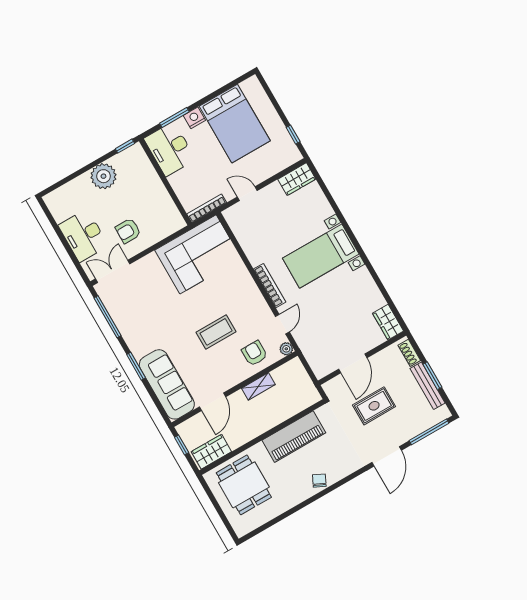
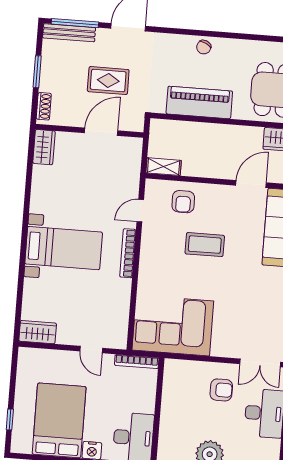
window: (293, 135) -> (10, 420), moved
plant: (286, 349) -> (152, 186), removed
shelving: (258, 386) -> (164, 167), moved
bench: (428, 386) -> (69, 33), moved, turned 90

